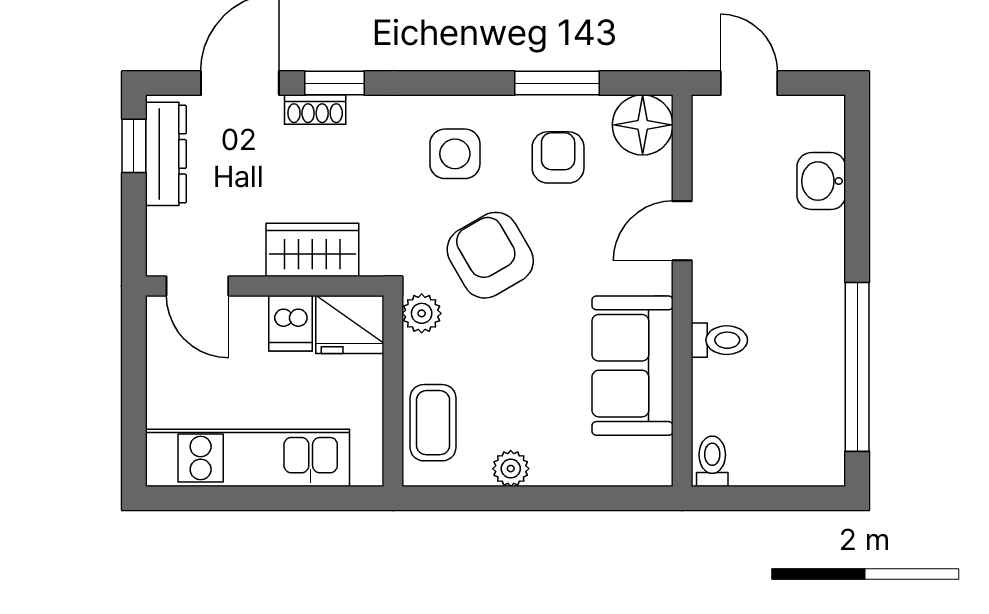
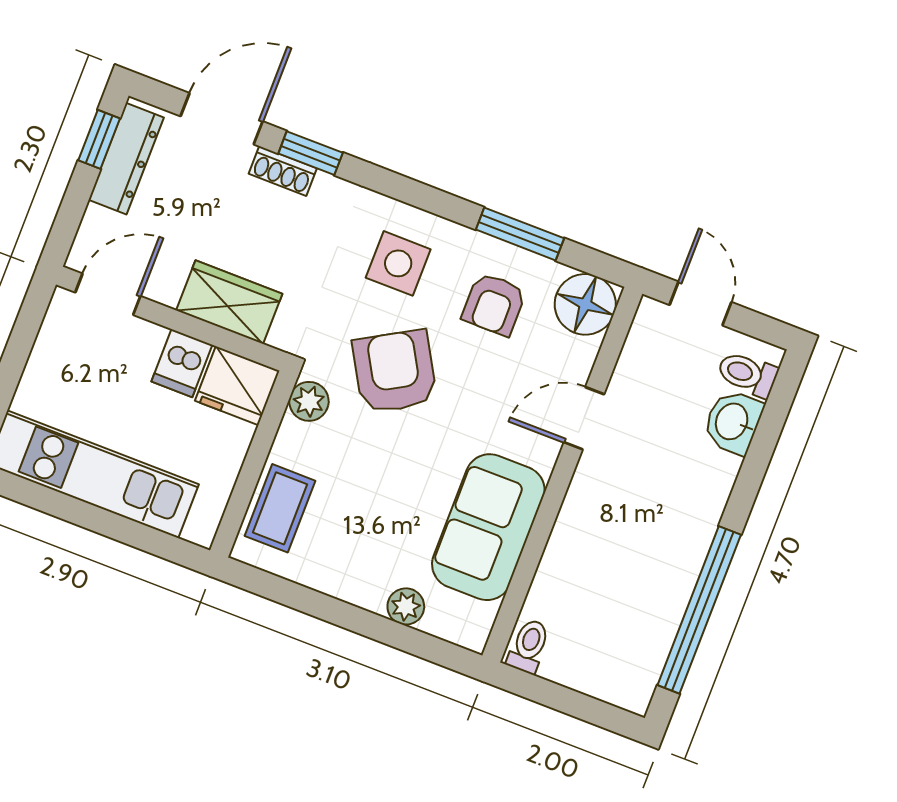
armchair: (558, 157) -> (494, 304), turned 180
door: (197, 286) -> (108, 294), swing flipped
toilet: (719, 340) -> (747, 374), moved, turned 180
plant: (511, 469) -> (406, 606), moved

